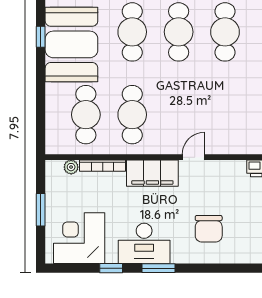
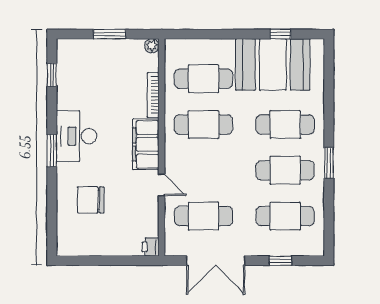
cafe table: (225, 115) -> (203, 216), added
plant: (71, 167) -> (152, 46), moved
corner desk: (79, 238) -> (82, 72), removed
window: (111, 268) -> (52, 75), moved

